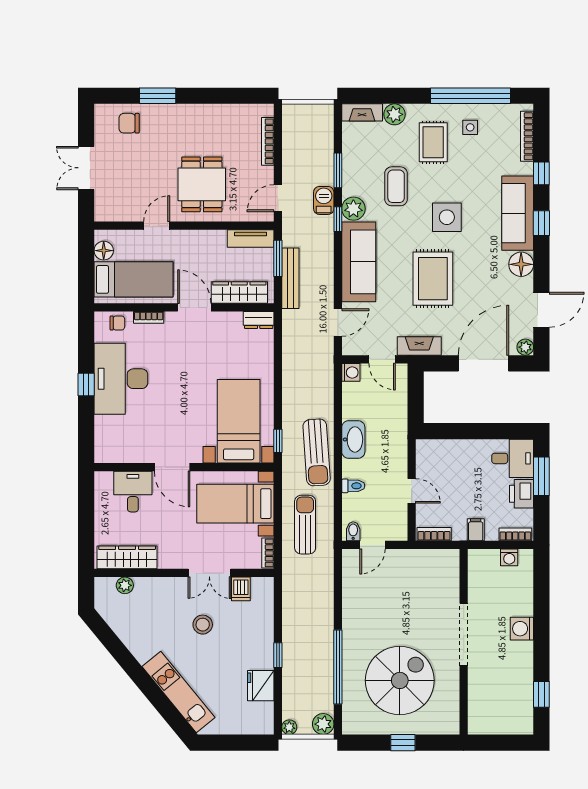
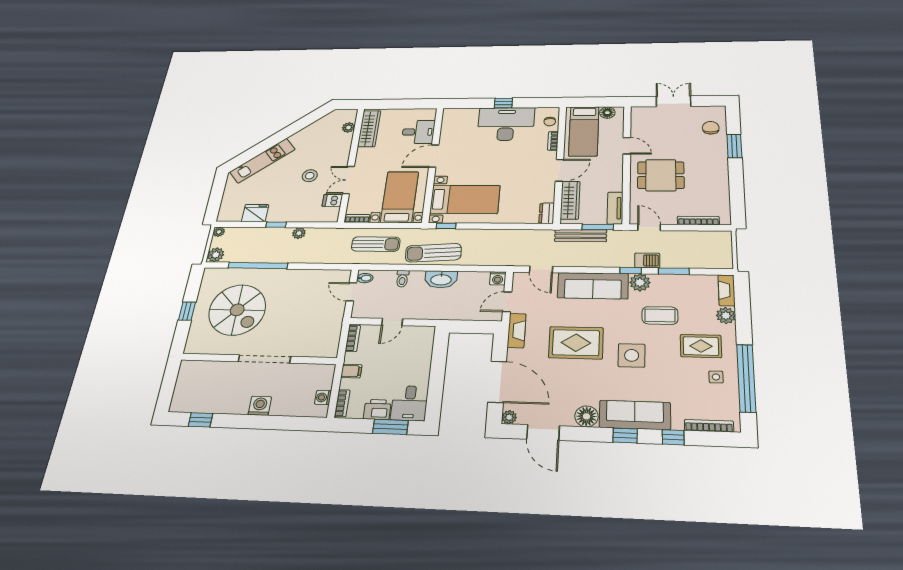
plant: (290, 624) -> (299, 233), added

